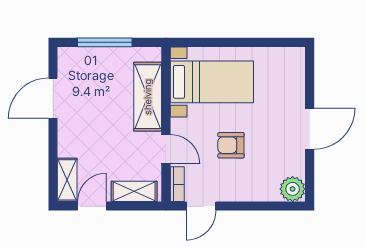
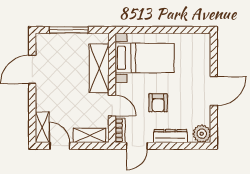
armchair: (231, 145) -> (158, 103), turned -90
dresser: (248, 192) -> (170, 136), added
door: (92, 206) -> (60, 146), hinge flipped

